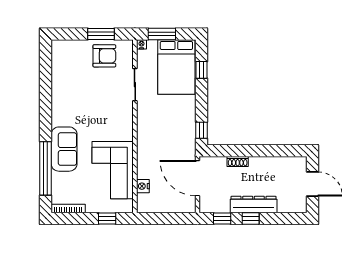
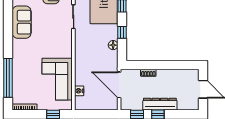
floor lamp: (189, 124) -> (113, 45), added
window: (201, 130) -> (122, 32), moved
sofa: (64, 149) -> (22, 22), moved

